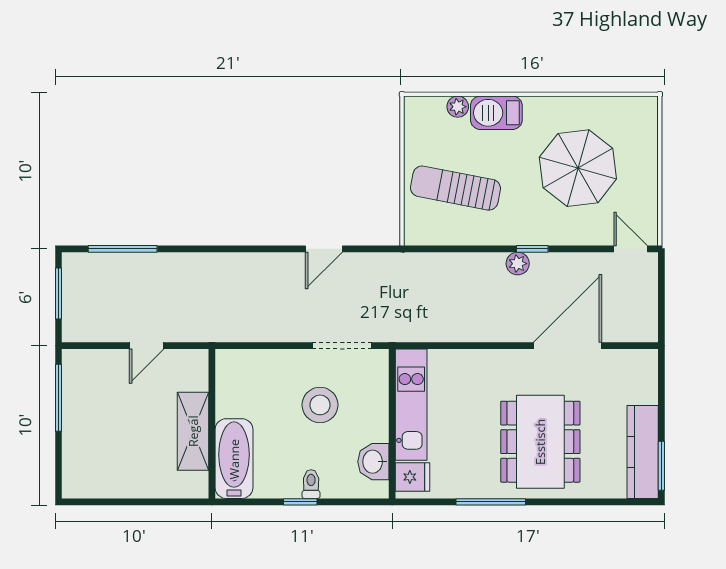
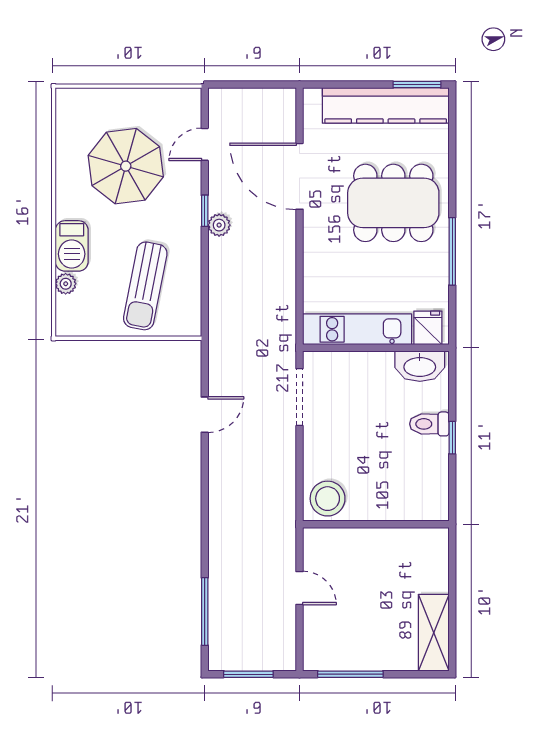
door: (324, 249) -> (205, 415), hinge flipped
door: (631, 249) -> (205, 144), moved
stool: (320, 405) -> (328, 499), moved
shelving: (193, 431) -> (434, 633), moved, turned 90
kitchen counter: (643, 452) -> (386, 105), width x1.39, depth x1.17
bathtub: (234, 459) -> (410, 503), removed
washbasin: (373, 462) -> (420, 366), width x1.38
toilet: (311, 484) -> (429, 424), width x1.37, depth x1.39

